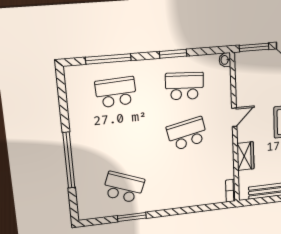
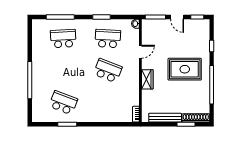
door: (234, 117) -> (140, 52), moved
school desk: (187, 134) -> (108, 71), turned 33
wardrobe: (245, 156) -> (147, 79), moved

